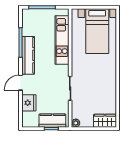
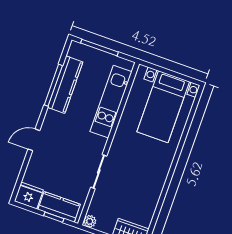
kitchen counter: (28, 55) -> (65, 85), moved
fridge: (29, 103) -> (29, 196), moved, turned -90

